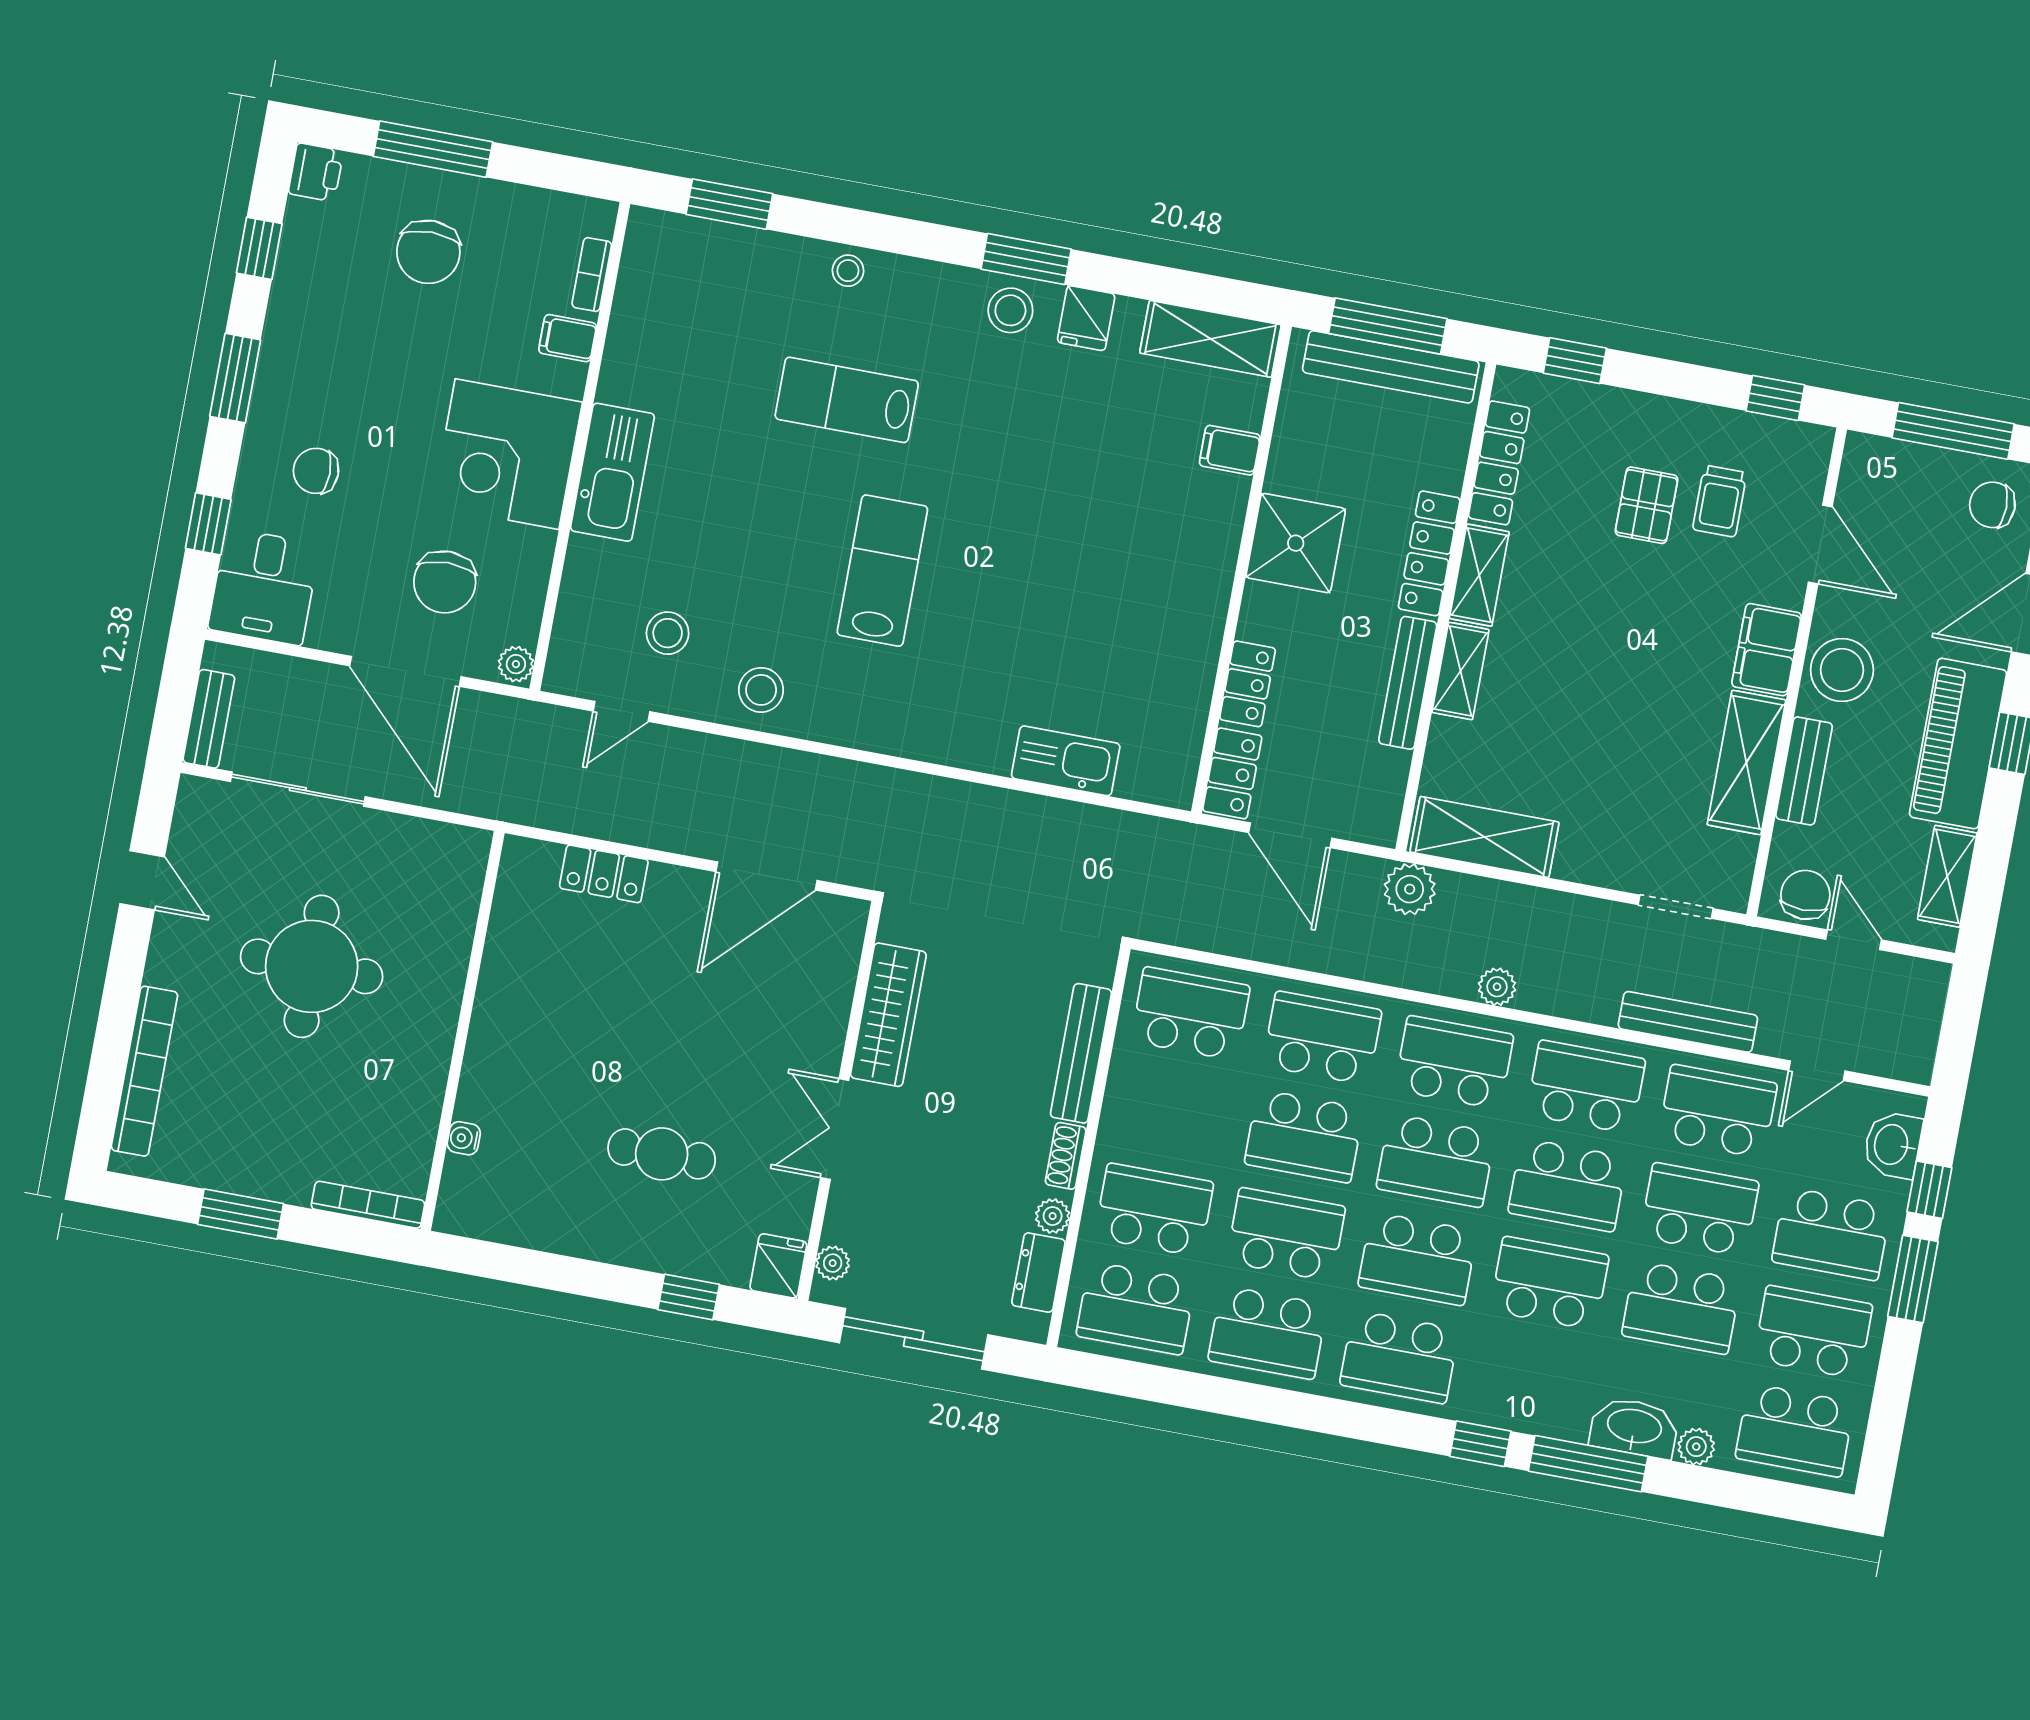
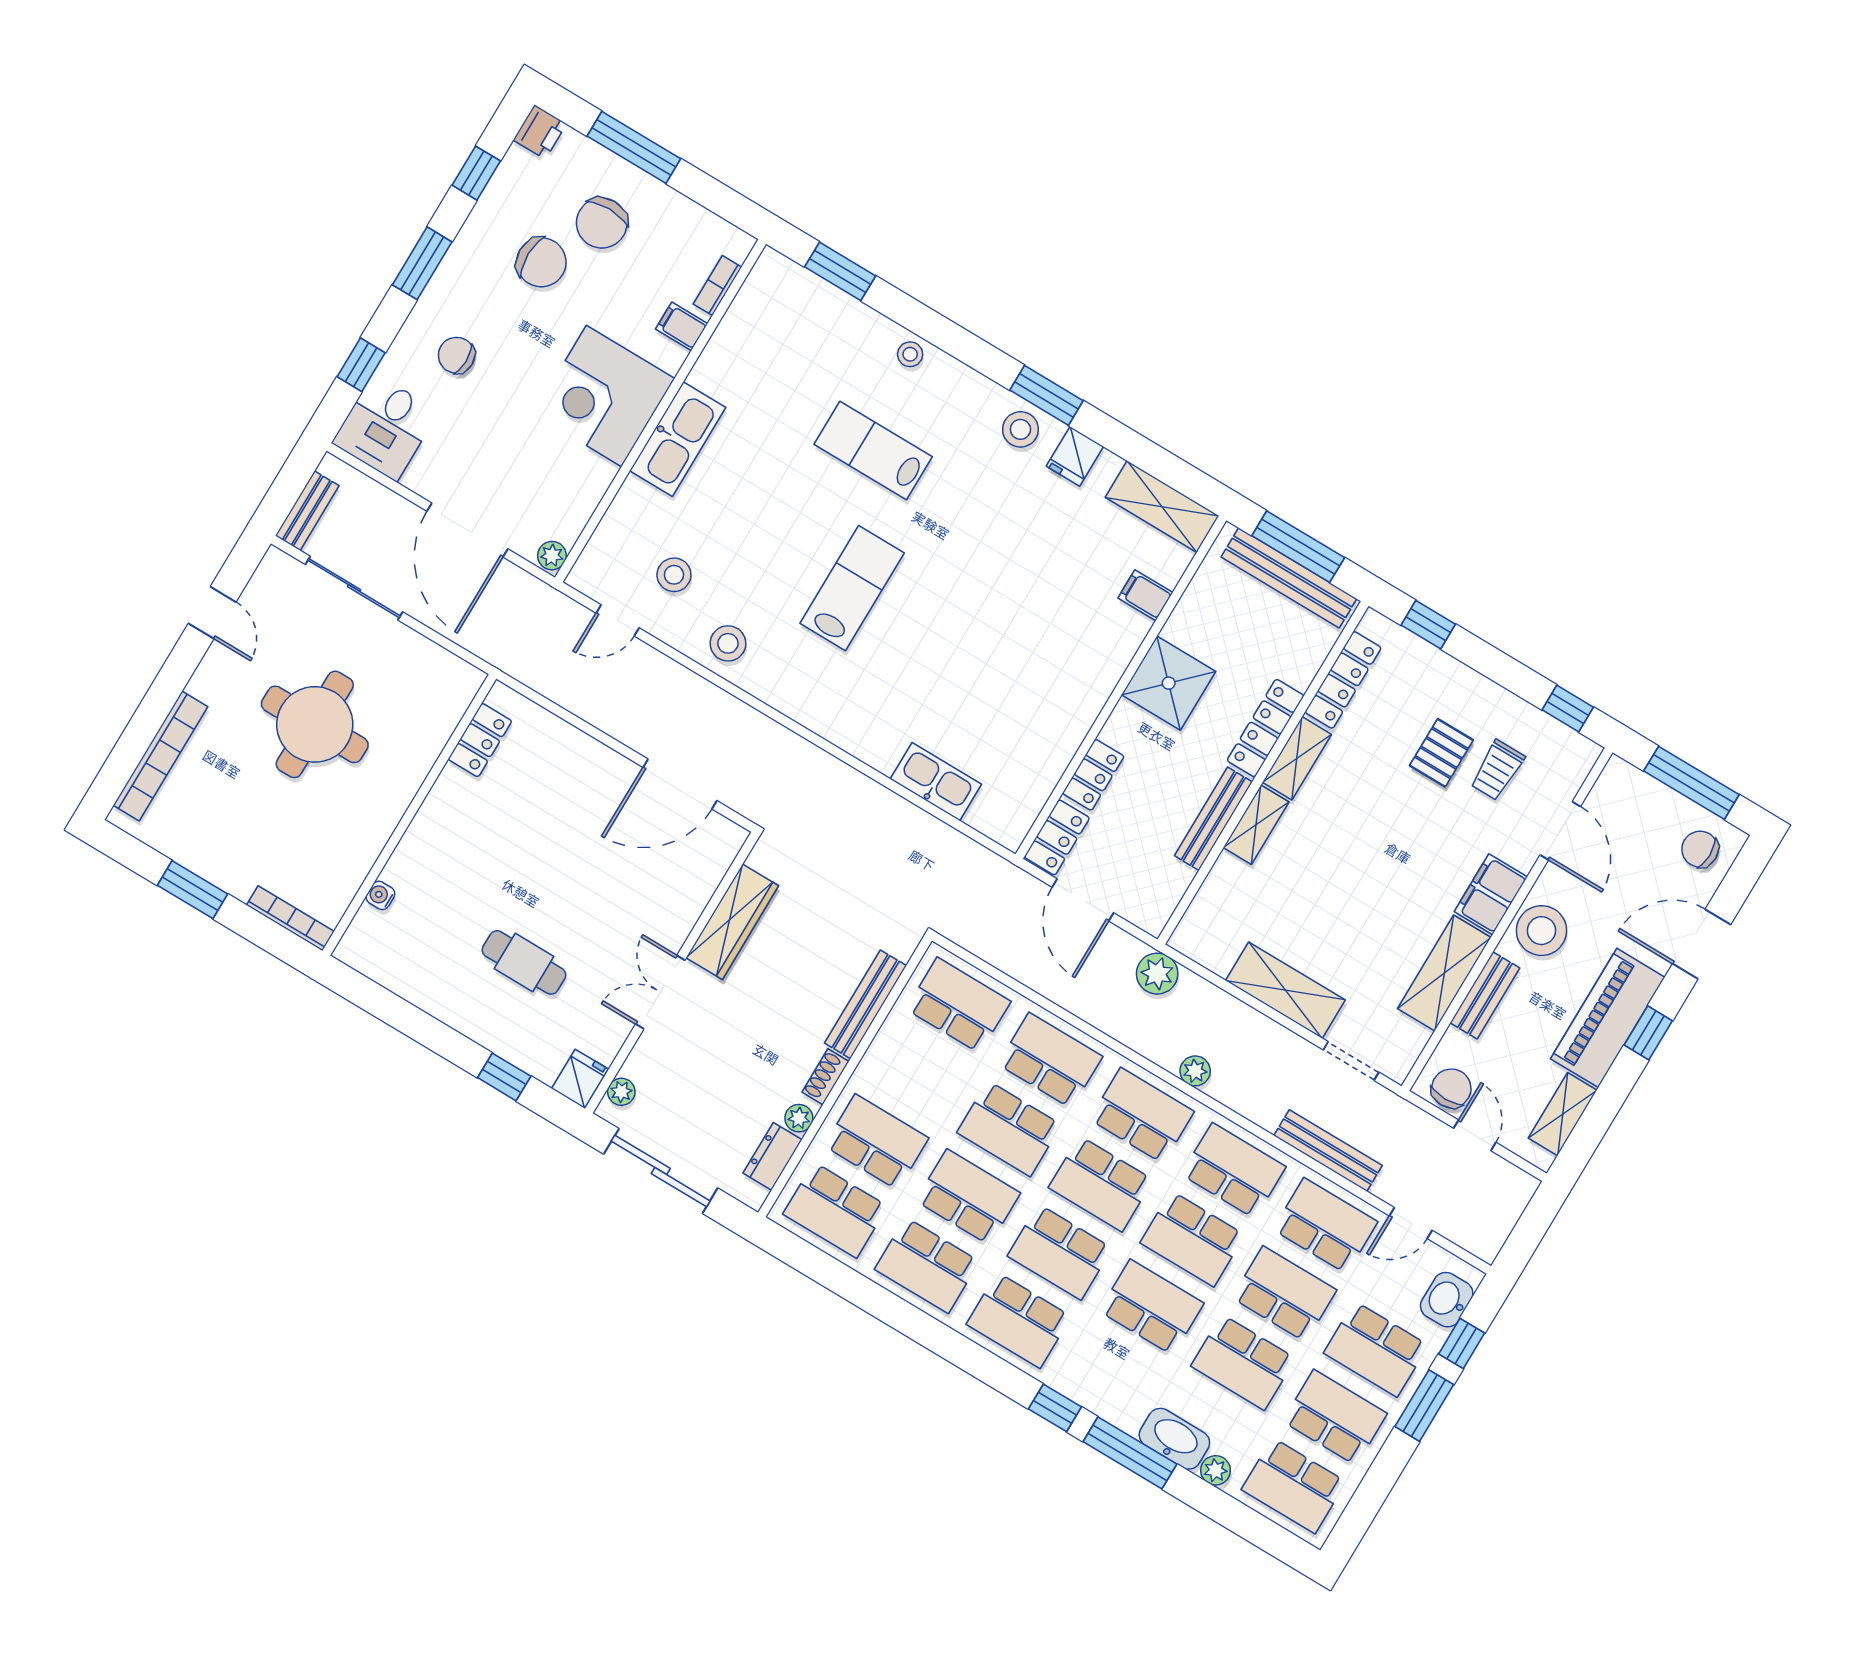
chair: (445, 582) -> (541, 262), moved, turned -90
shelving: (1484, 837) -> (1285, 990), moved
locker: (604, 874) -> (480, 740), moved, turned -90

